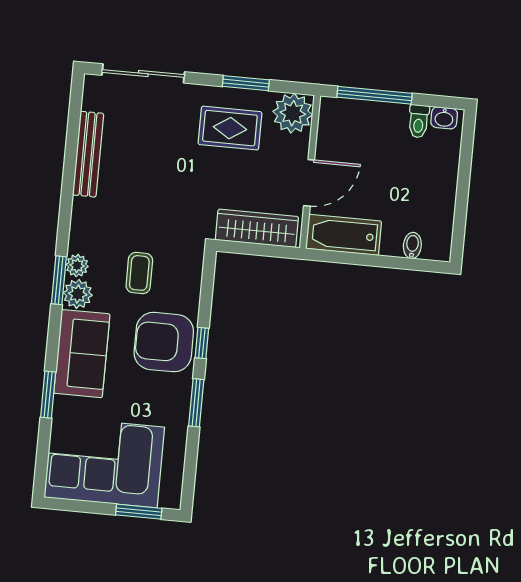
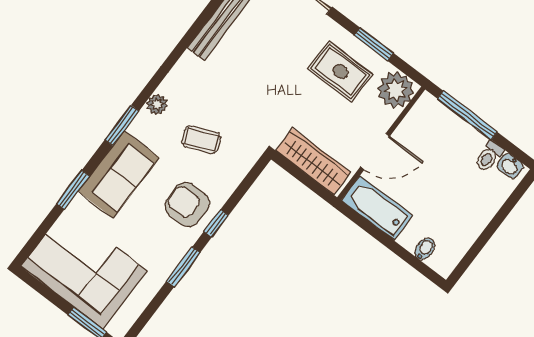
coffee table: (139, 273) -> (201, 140), turned 67
window: (59, 280) -> (122, 125), moved
plant: (78, 294) -> (144, 126), removed
armchair: (164, 342) -> (187, 205), width x0.73, depth x0.73

